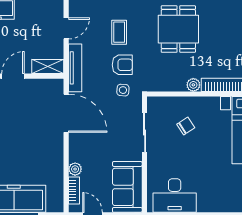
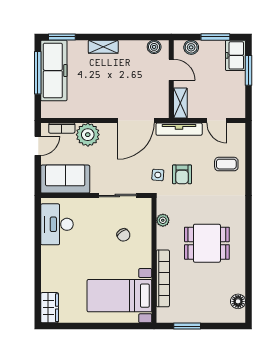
dining table: (178, 29) -> (207, 243), moved
coffee table: (119, 32) -> (226, 164), moved
plant: (193, 85) -> (163, 220), moved
plant: (75, 169) -> (88, 135), width x1.88, depth x1.88

